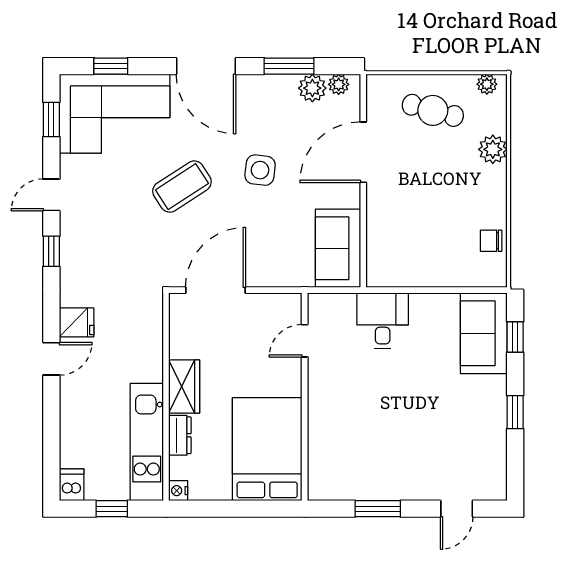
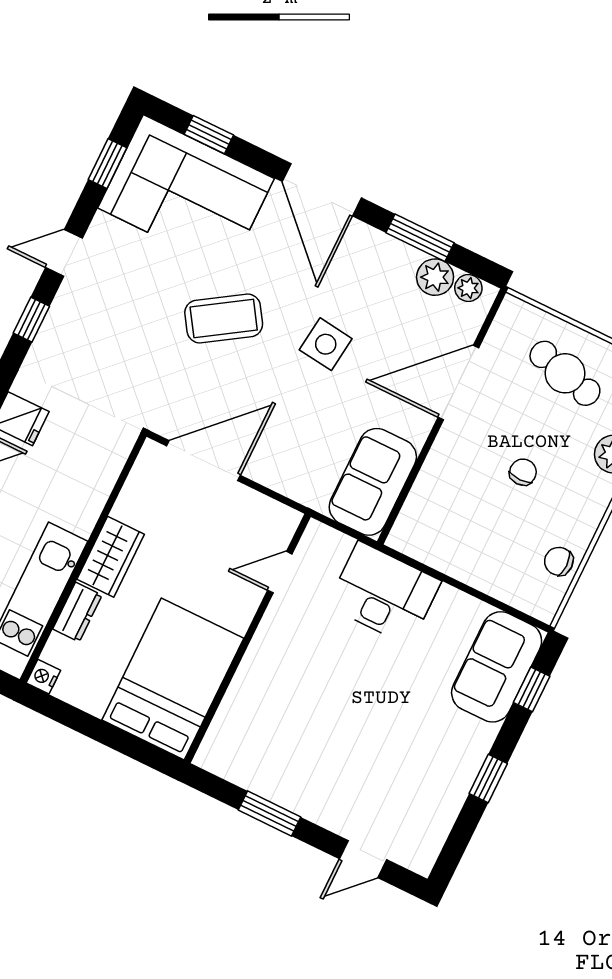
chair: (437, 192) -> (523, 472), added
desk: (383, 321) -> (384, 593), width x1.37

